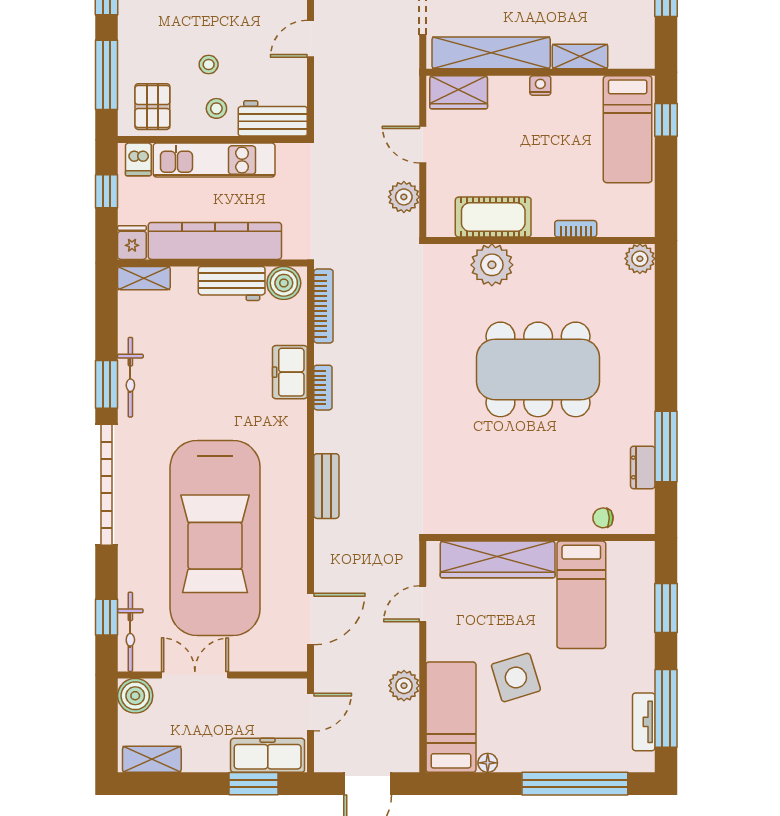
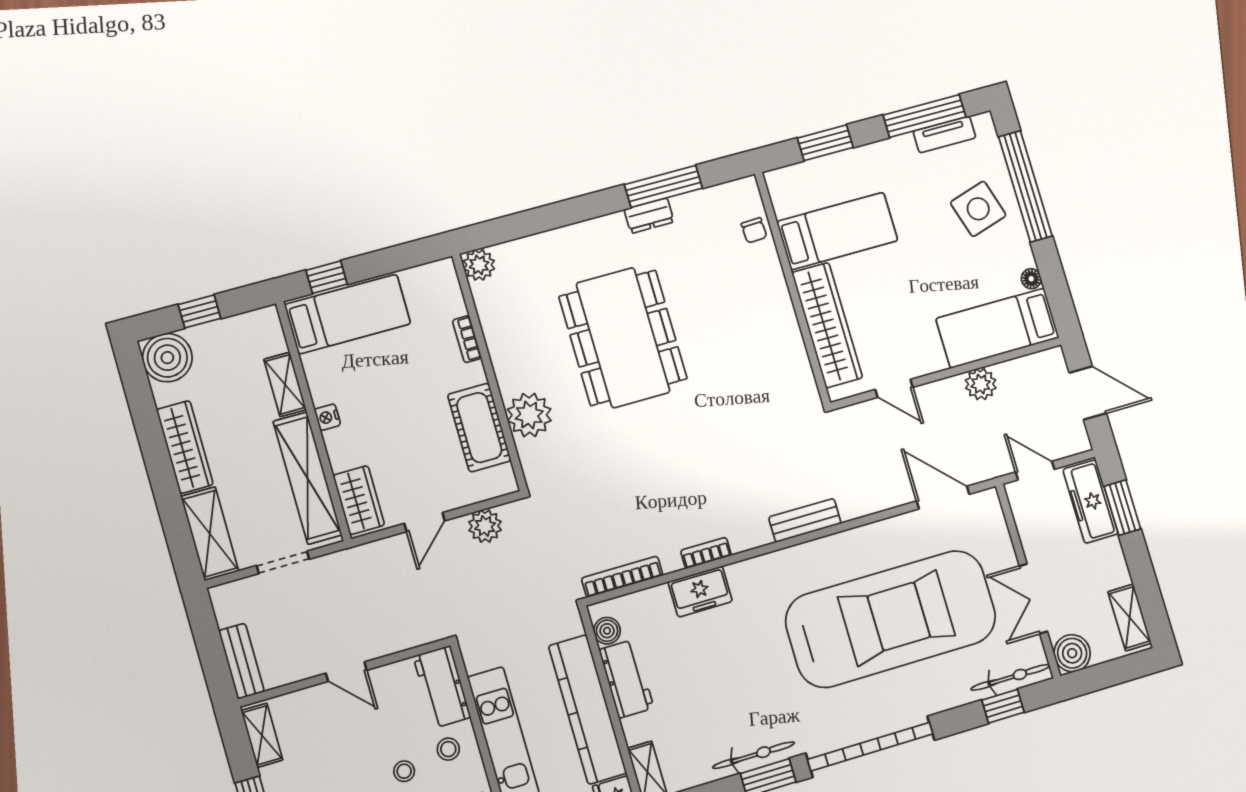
boiler: (284, 283) -> (607, 631), width x0.73, depth x0.73
dresser: (643, 467) -> (649, 216), moved
side table: (516, 677) -> (978, 209), moved

